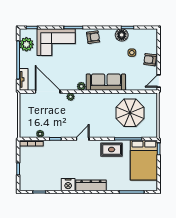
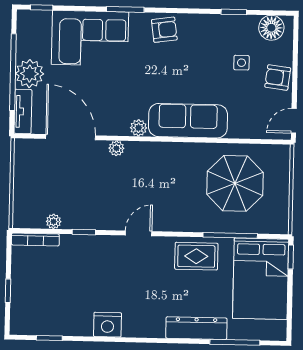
floor lamp: (122, 35) -> (271, 28), moved
plant: (26, 44) -> (30, 74), moved
dresser: (91, 185) -> (196, 328), moved

